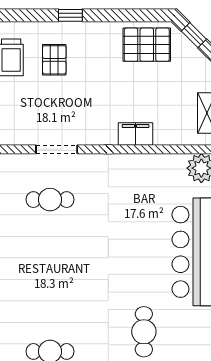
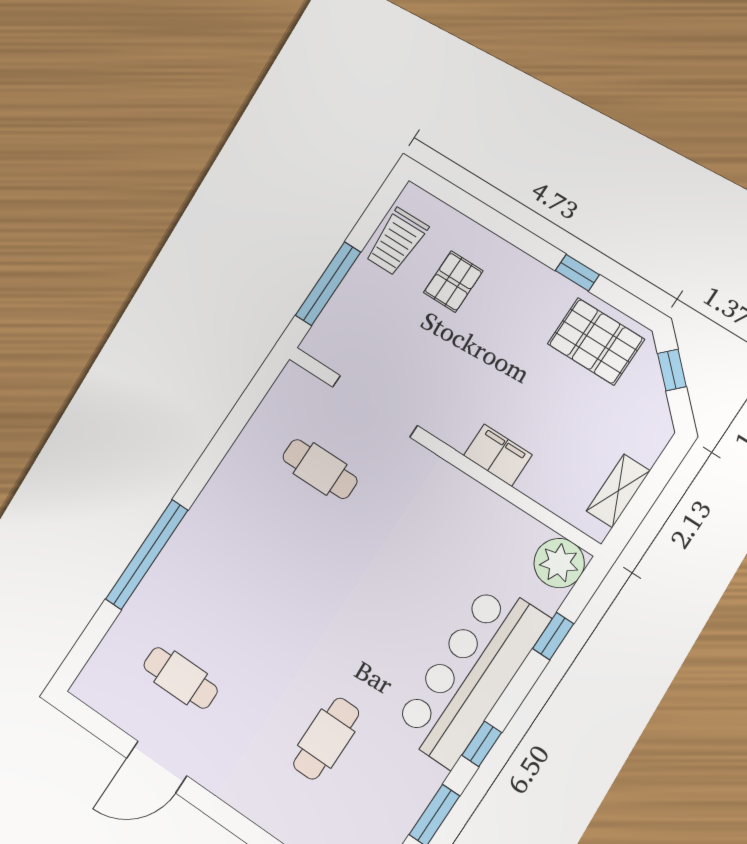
window: (70, 15) -> (577, 273), moved
doorway: (57, 149) -> (375, 406), width x1.36

